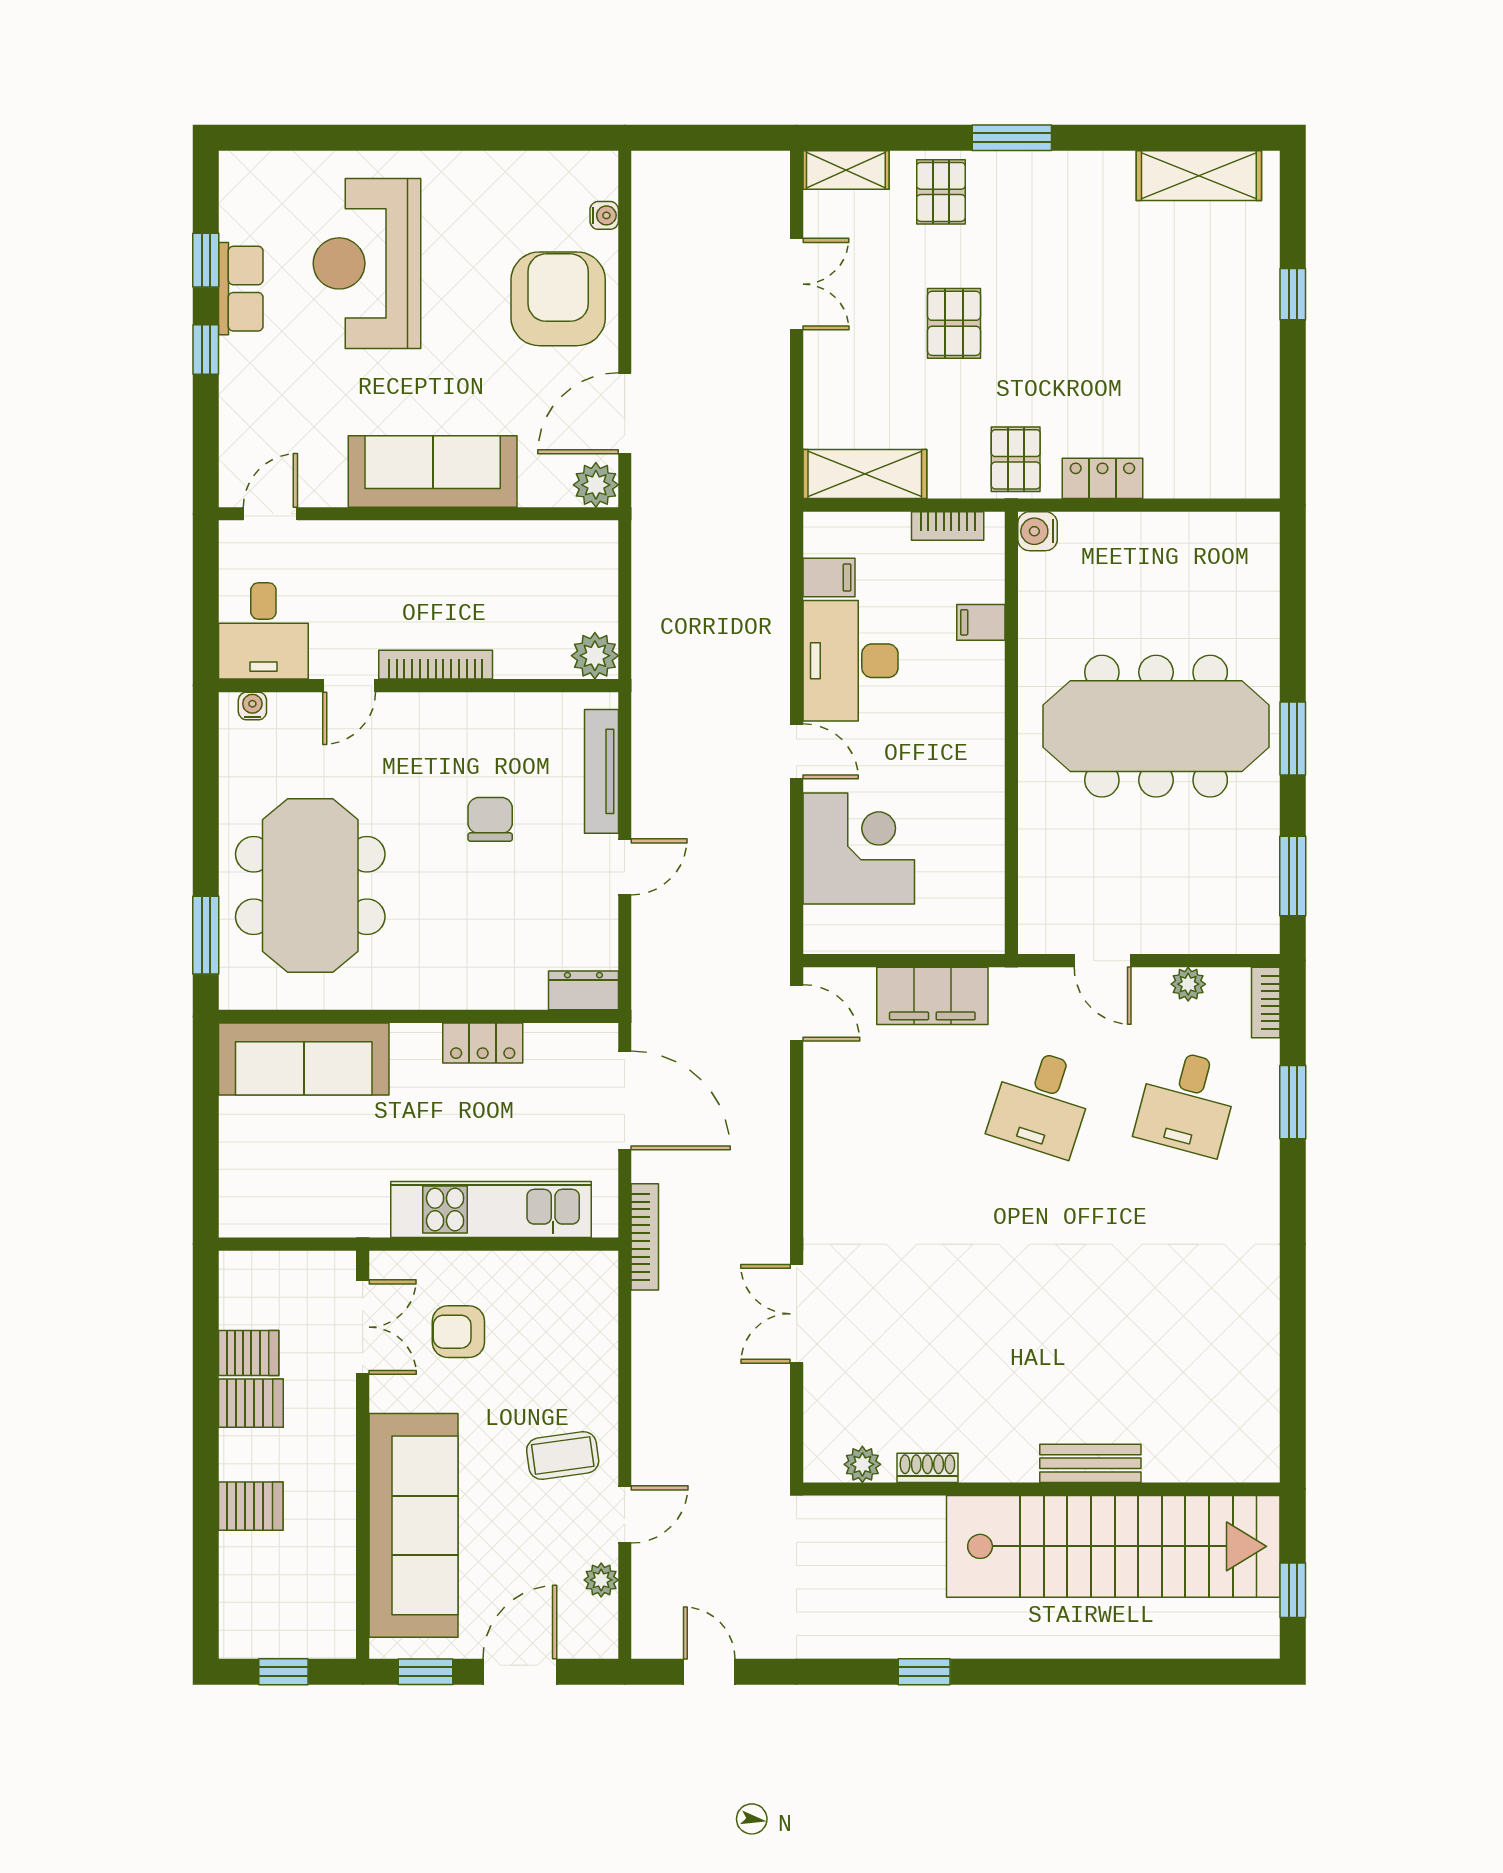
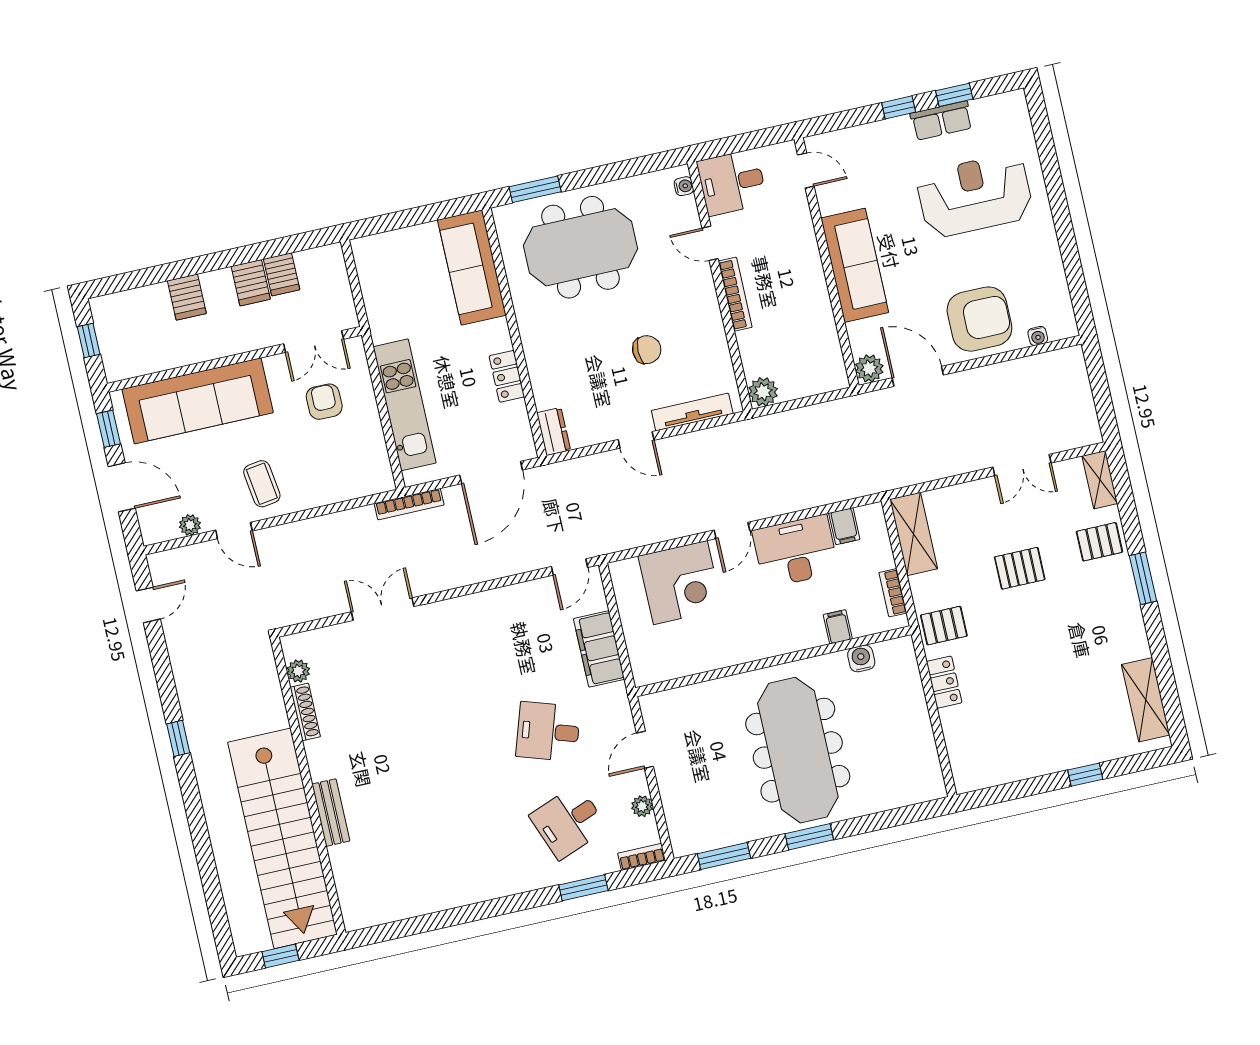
water cooler: (1038, 531) -> (861, 658), moved
desk: (1187, 1102) -> (569, 822), turned -36
shoe rack: (927, 1468) -> (305, 712), width x1.43

